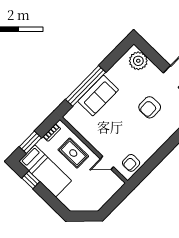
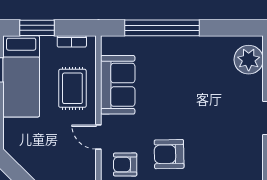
sofa: (98, 95) -> (118, 85), moved, turned -90
armchair: (150, 107) -> (169, 154), moved

